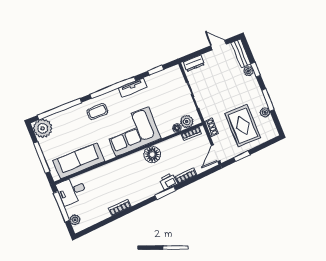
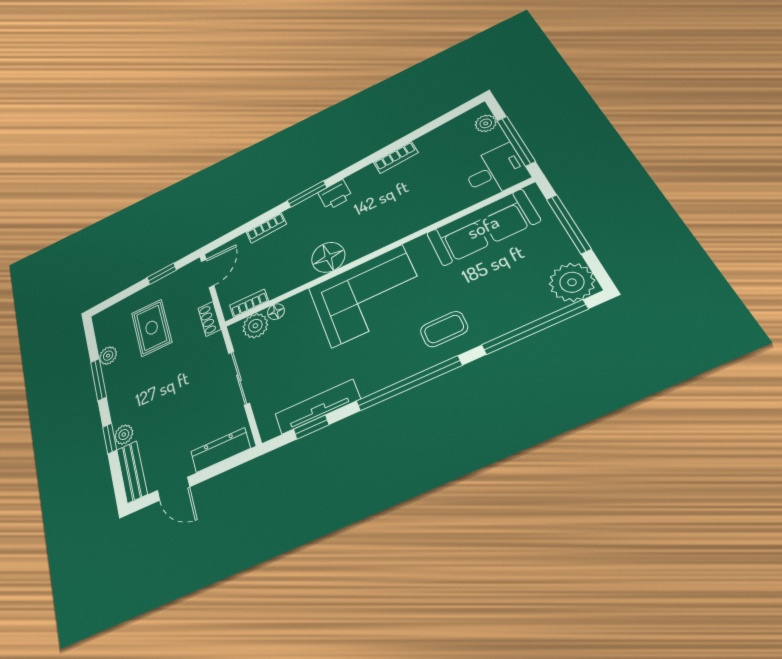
dresser: (194, 63) -> (221, 450), width x1.44
tv unit: (133, 88) -> (317, 407), moved, width x1.41
rug: (243, 126) -> (152, 328), width x0.73, depth x0.70
printer: (168, 181) -> (335, 195), moved

